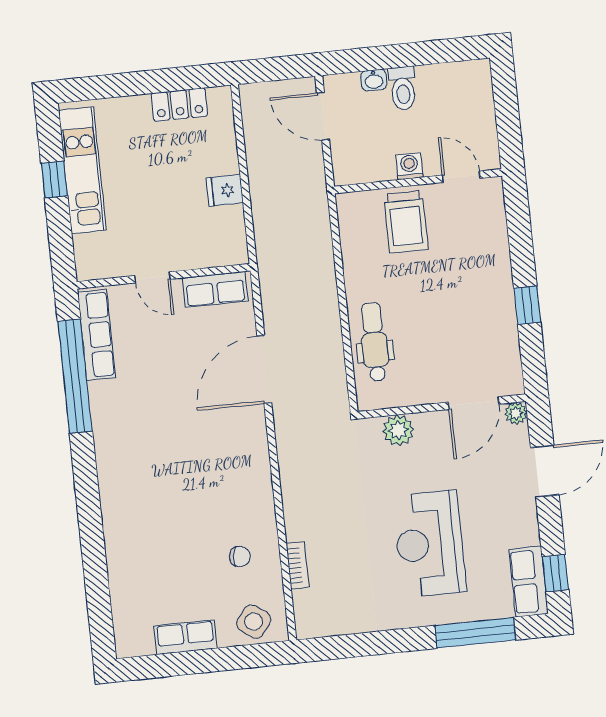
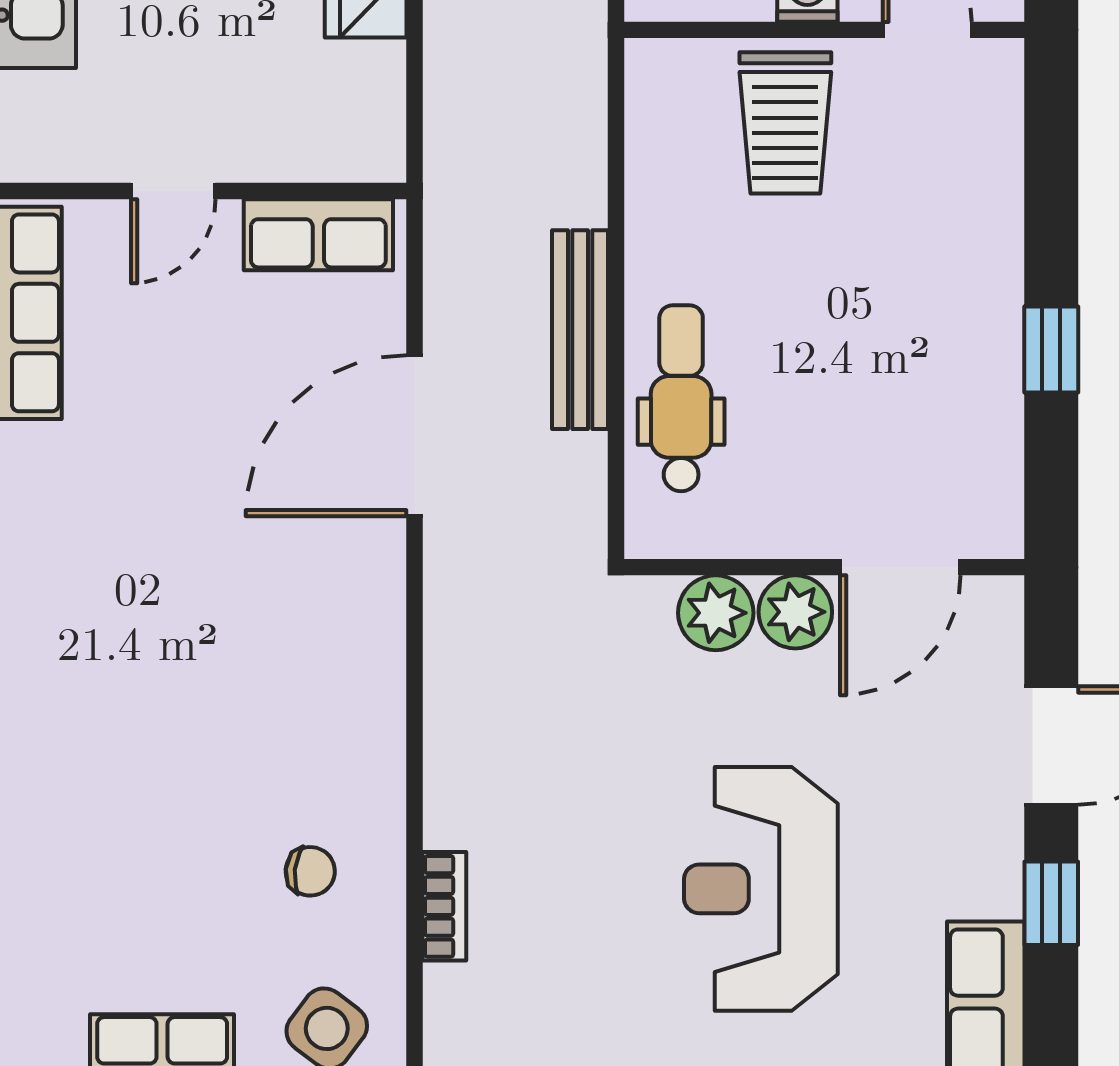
door: (152, 277) -> (173, 191), hinge flipped
bench: (329, 318) -> (580, 330), added
plant: (516, 413) -> (795, 612), moved, width x1.38, depth x1.38
window: (555, 573) -> (1051, 903), moved

